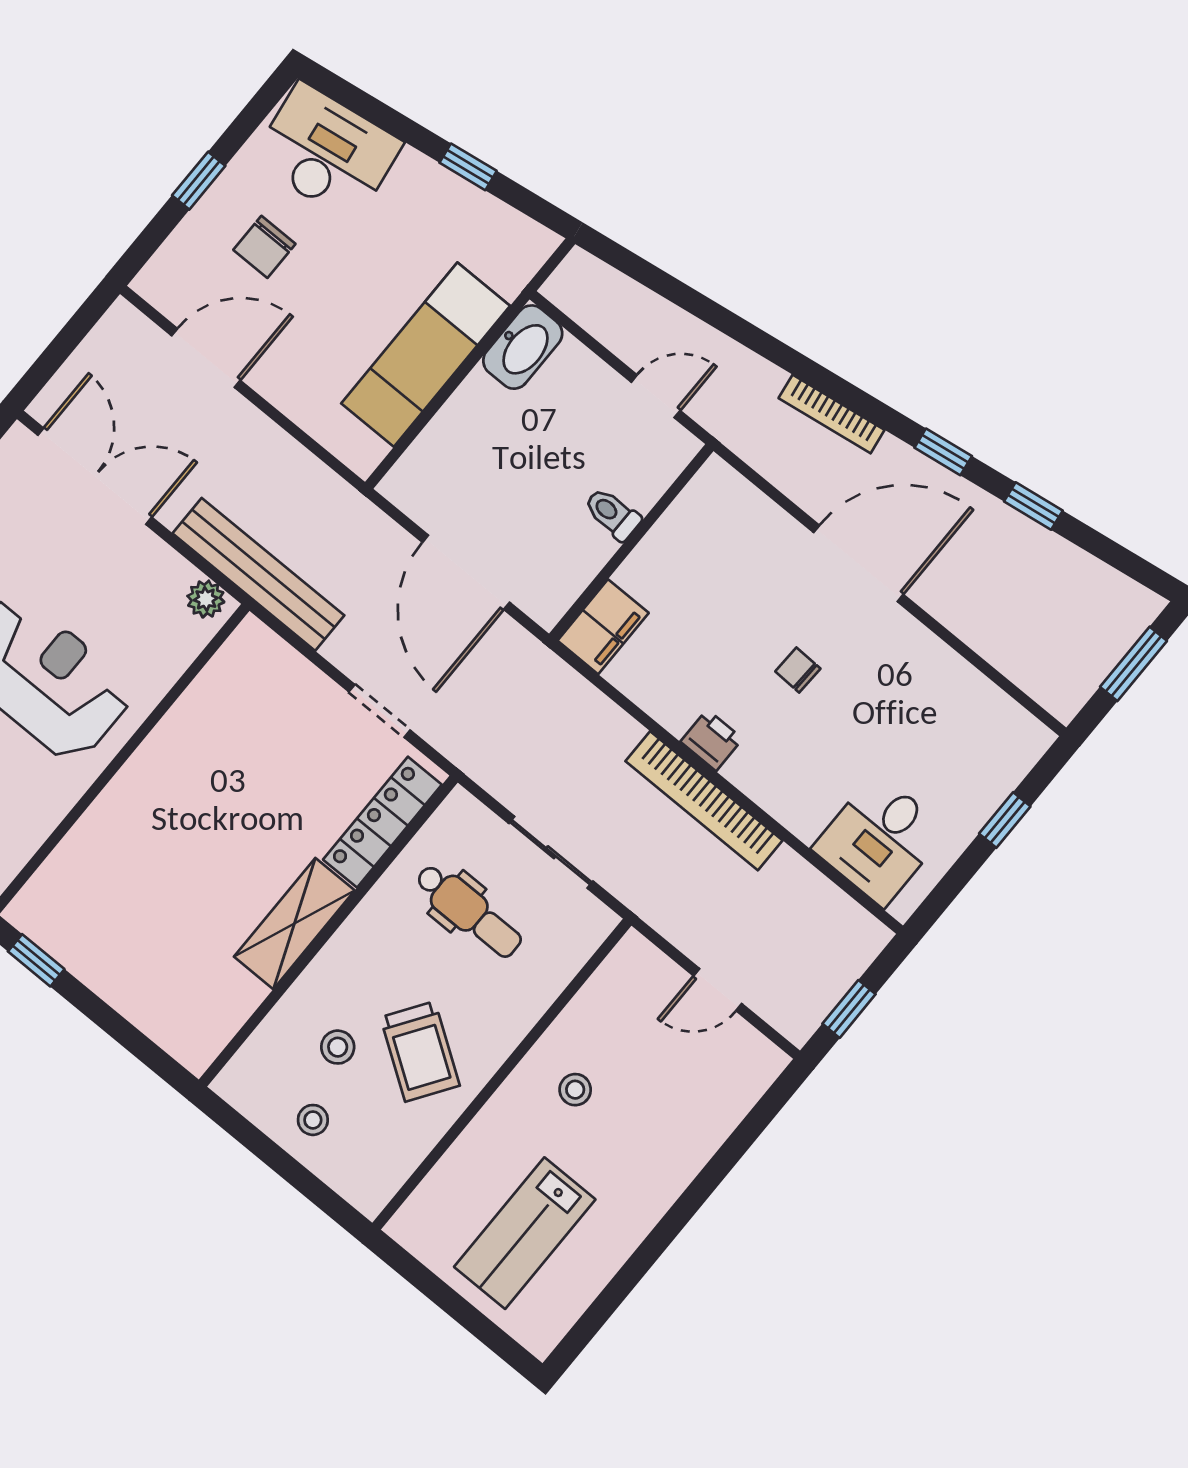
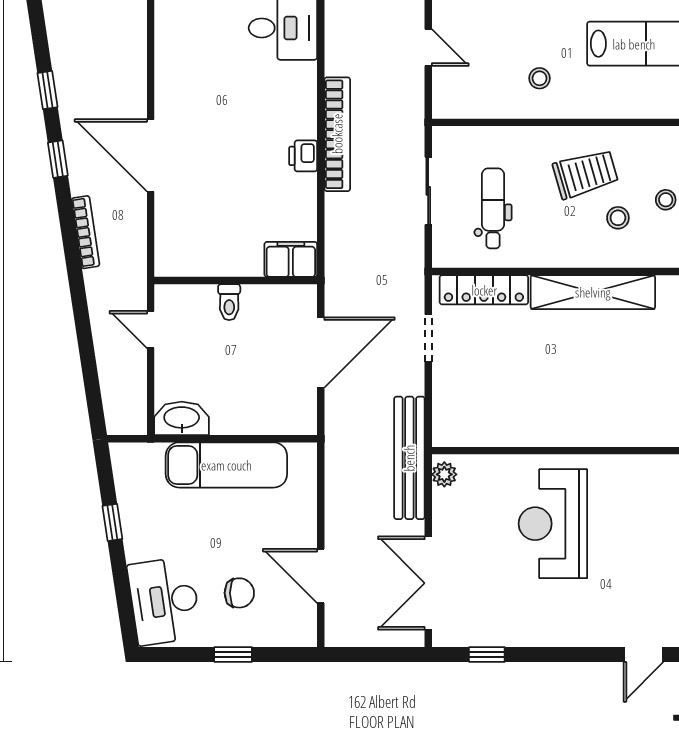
chair: (798, 670) -> (231, 141), removed
shelving: (294, 924) -> (593, 292), width x1.47
trolley: (420, 1051) -> (585, 174), turned 40

